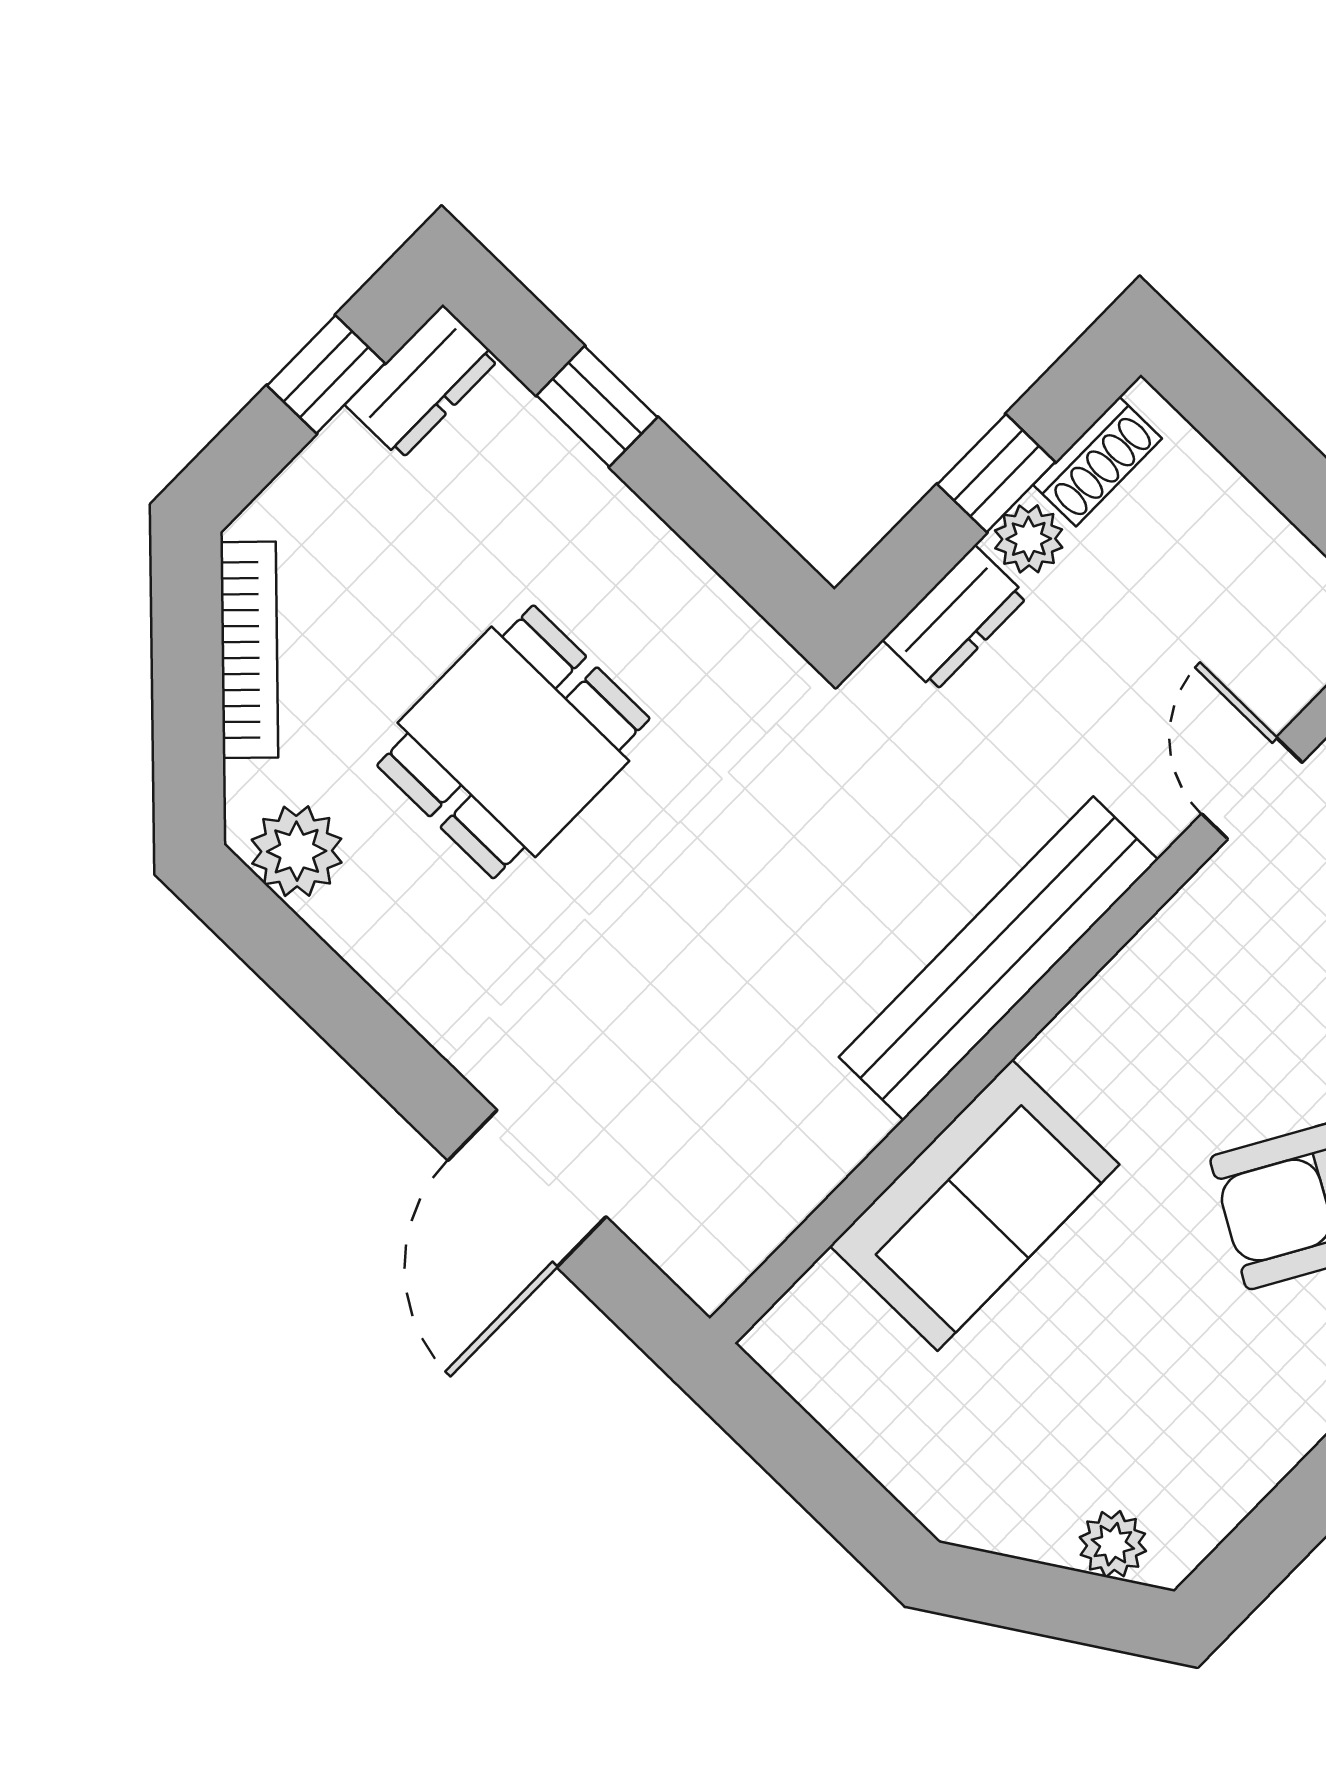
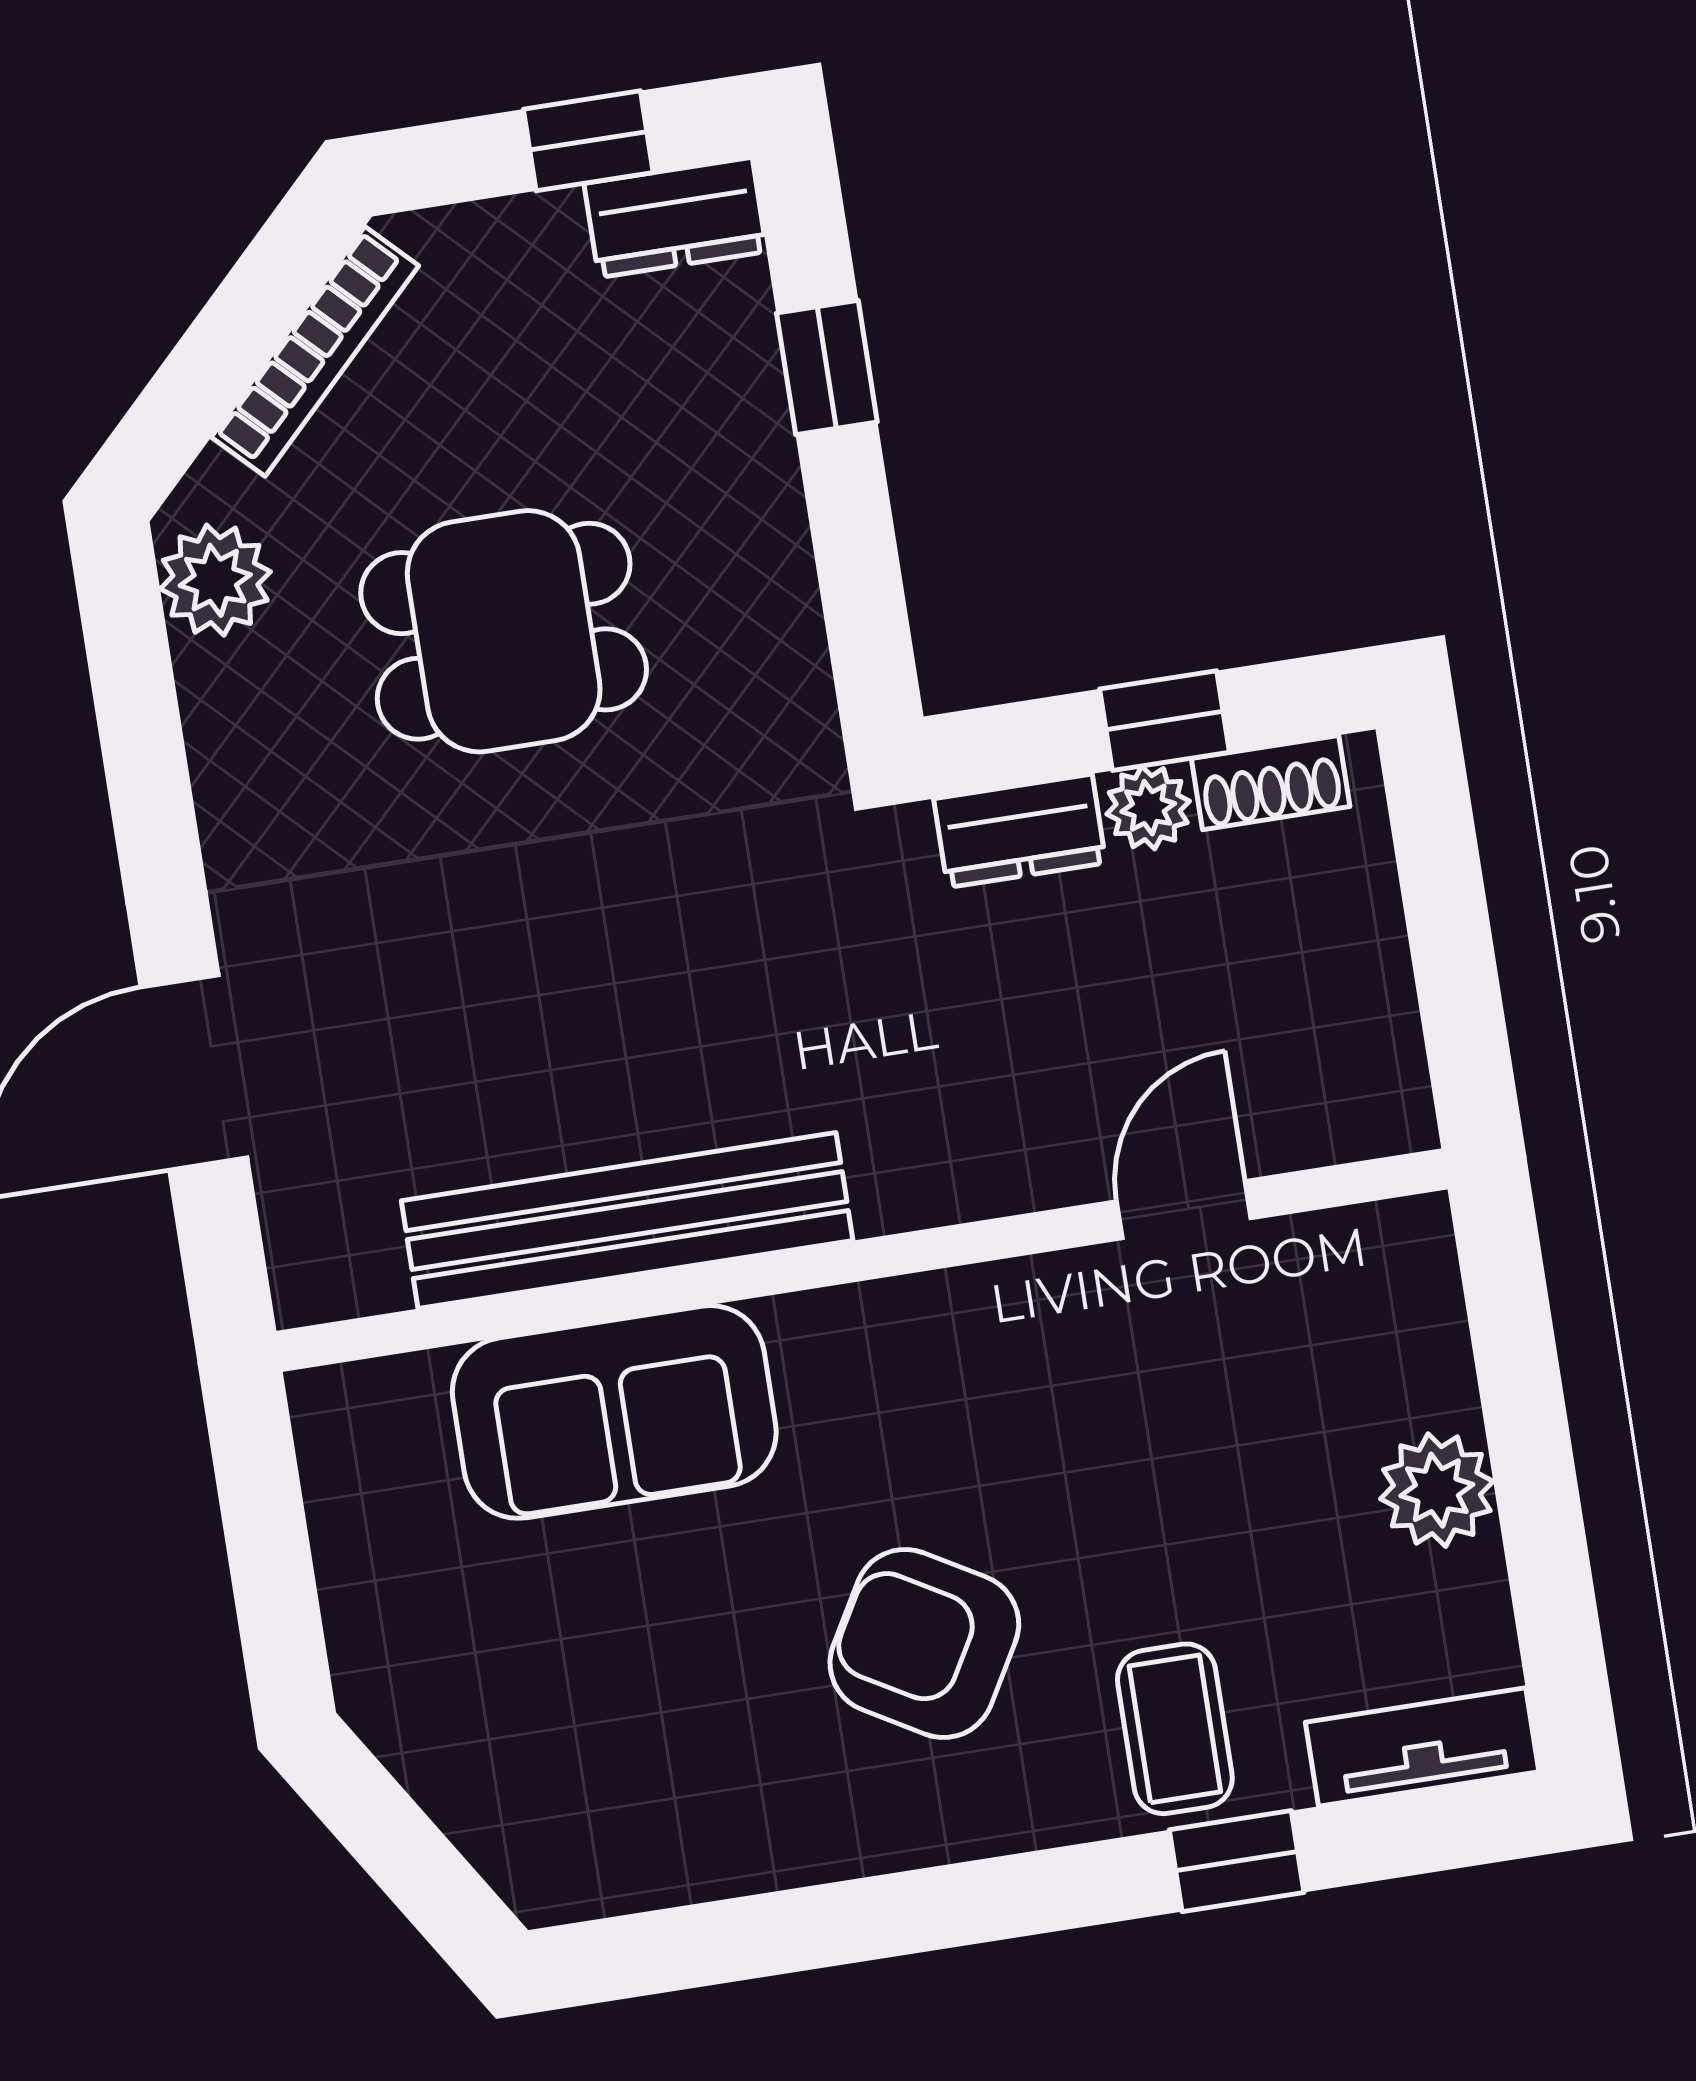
bench: (998, 958) -> (627, 1221), moved
plant: (1113, 1544) -> (503, 1840), removed

